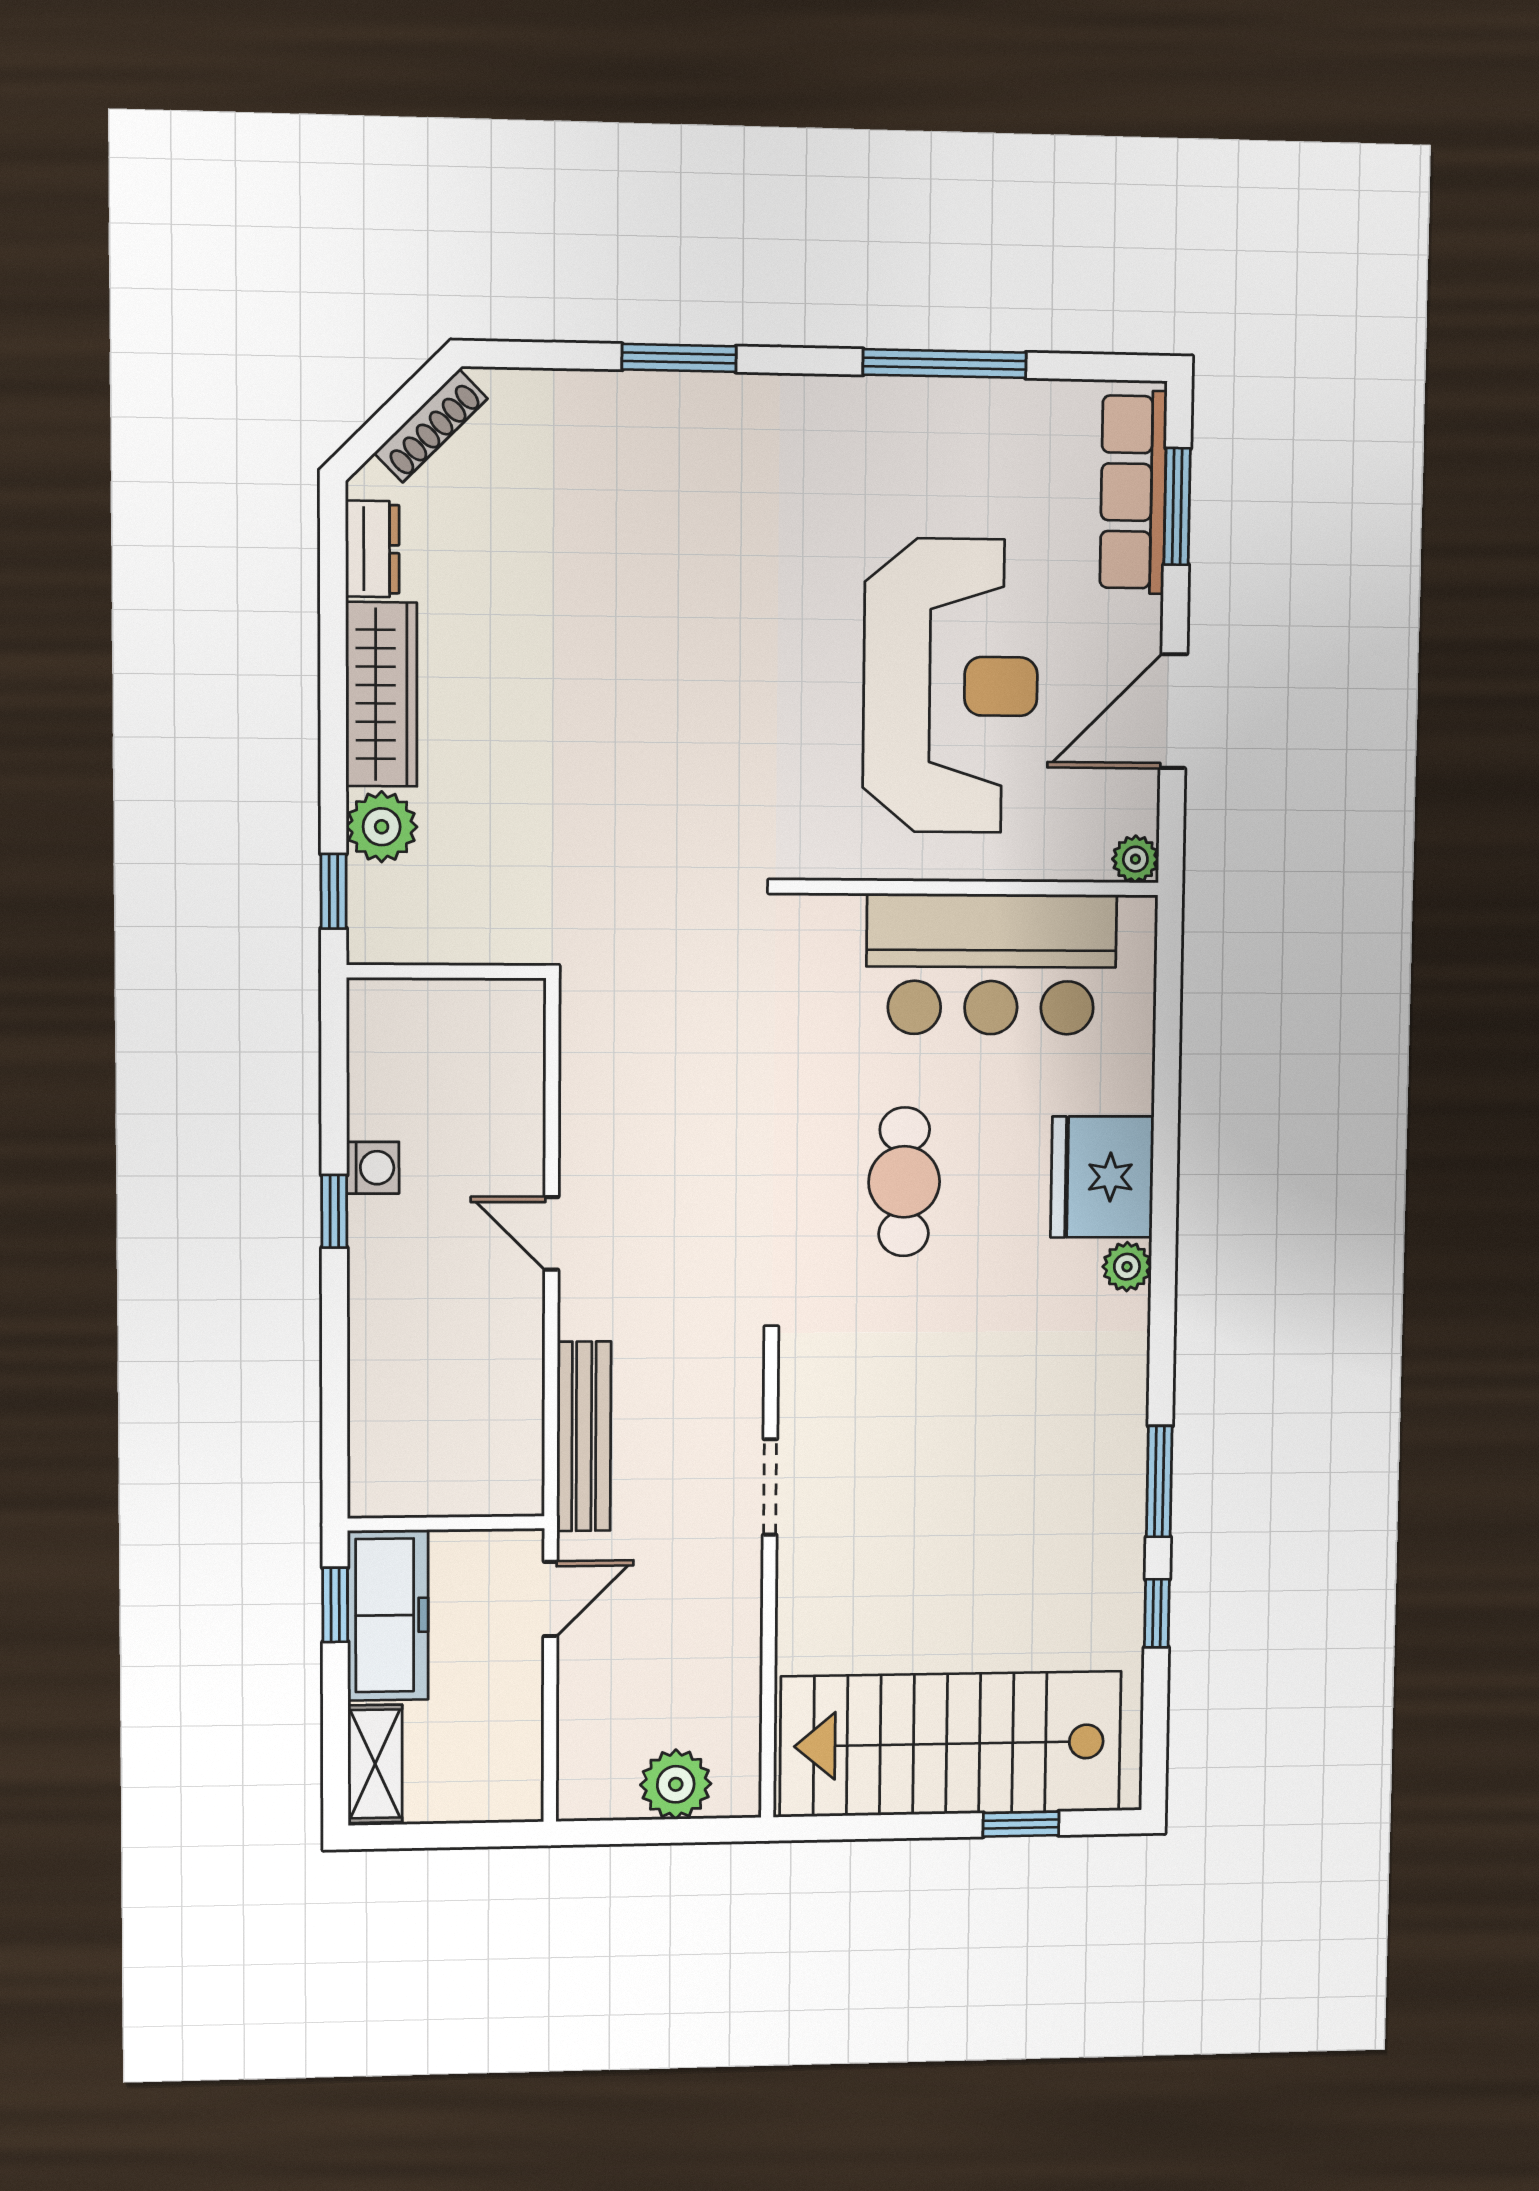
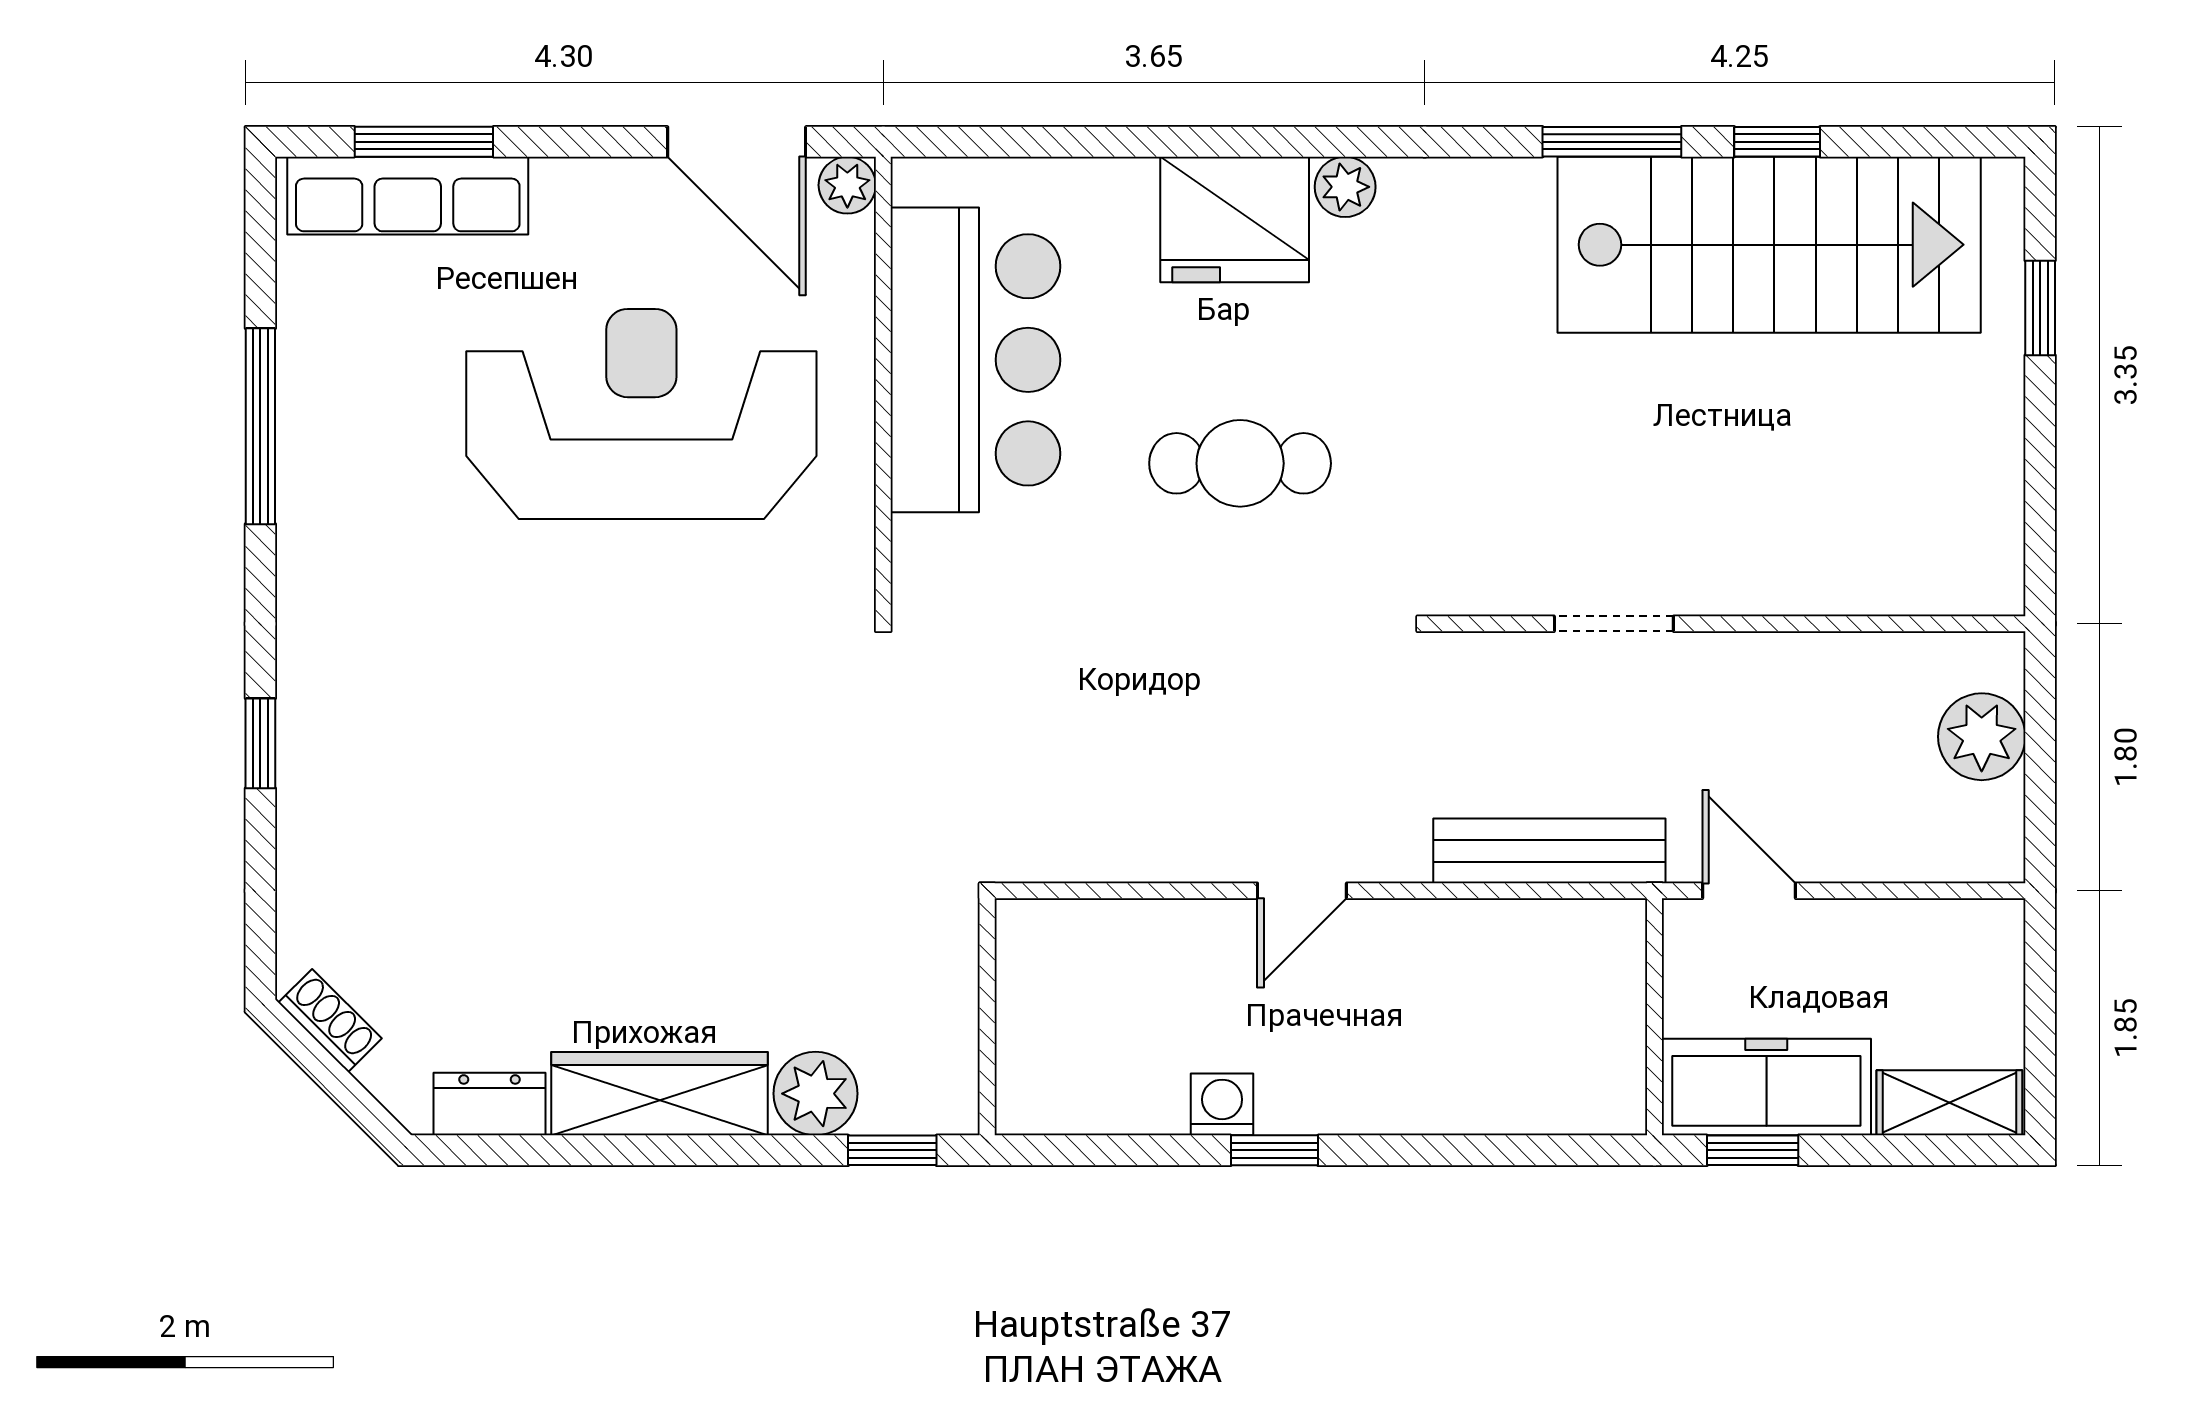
window: (679, 358) -> (260, 743), width x0.67
shoe rack: (431, 426) -> (330, 1021), width x0.70
door: (1173, 711) -> (737, 142), moved
stairs: (951, 1744) -> (1769, 245), moved, turned -90

